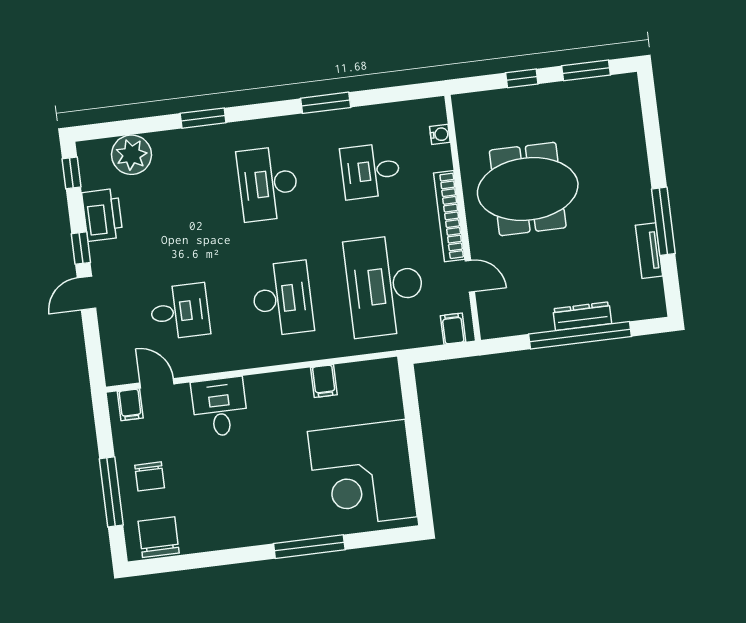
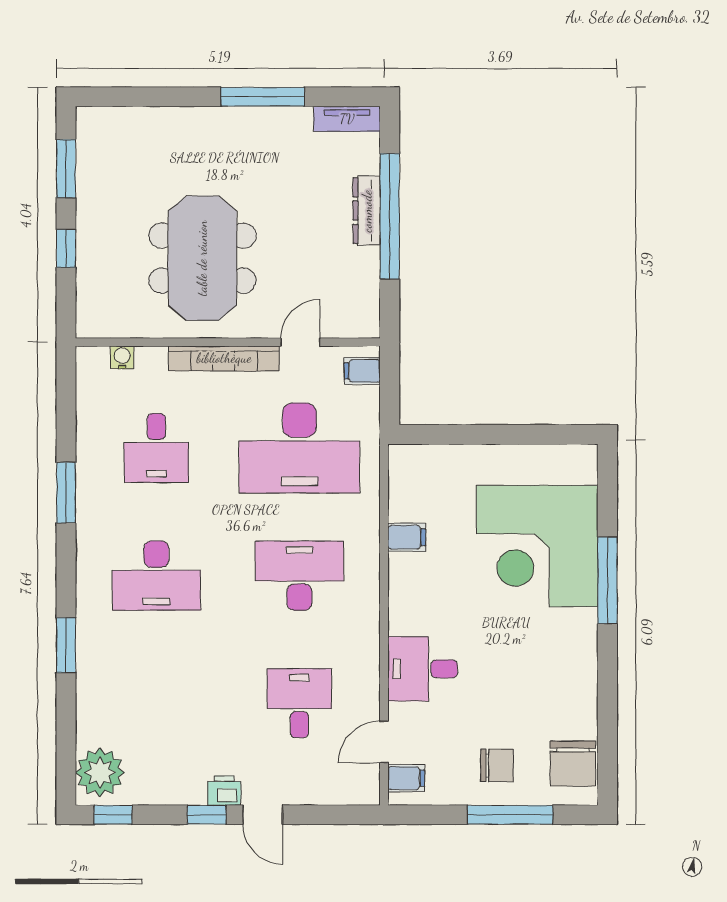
plant: (131, 155) -> (100, 772), moved
printer: (102, 215) -> (224, 790), moved, width x0.53, depth x0.68
tv unit: (649, 251) -> (347, 119), moved
corner desk: (362, 474) -> (537, 546), moved, turned 90
chair: (159, 537) -> (573, 764), turned -90

